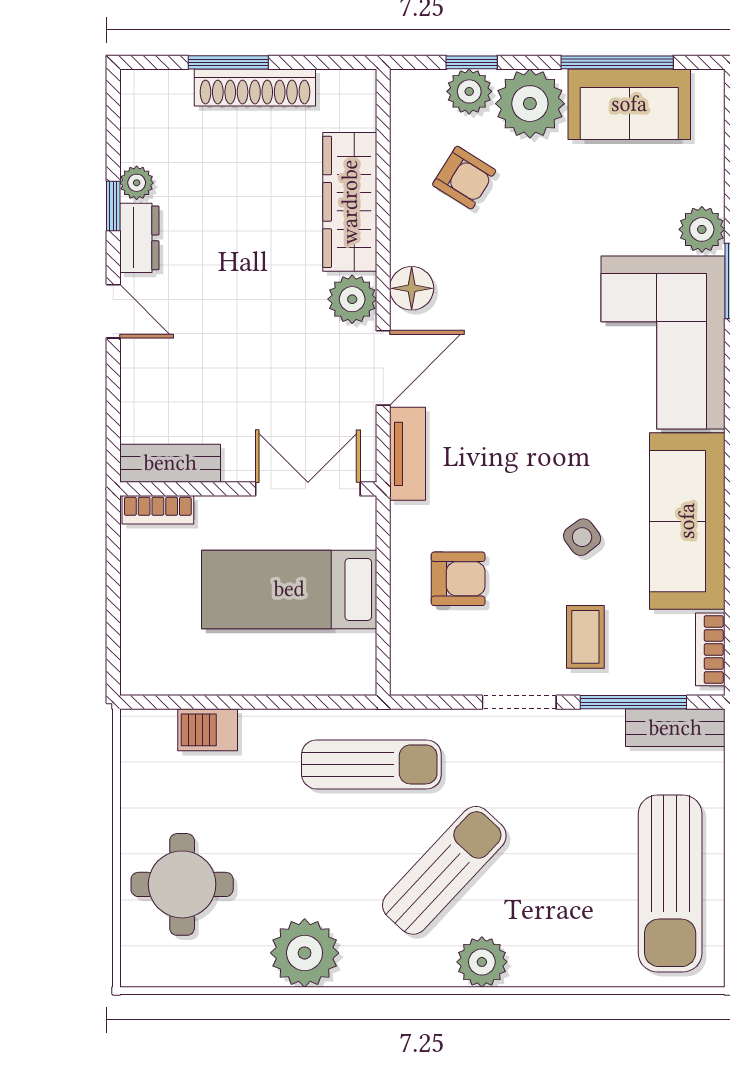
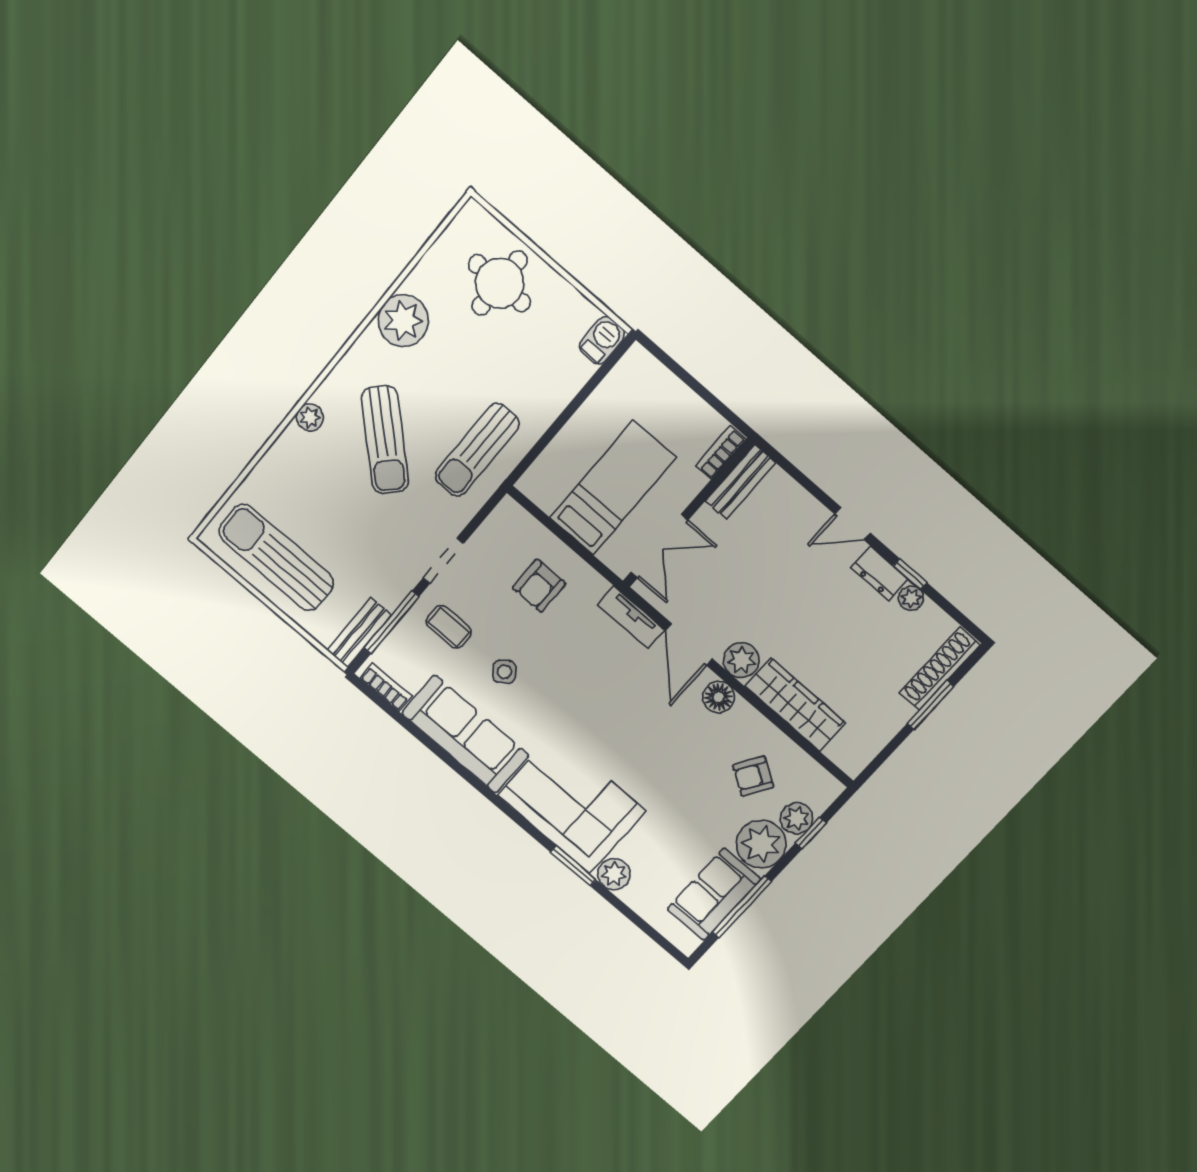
shoe rack: (255, 88) -> (940, 669), moved
barbecue: (208, 730) -> (602, 340), moved
plant: (482, 962) -> (310, 417), width x0.73, depth x0.73

